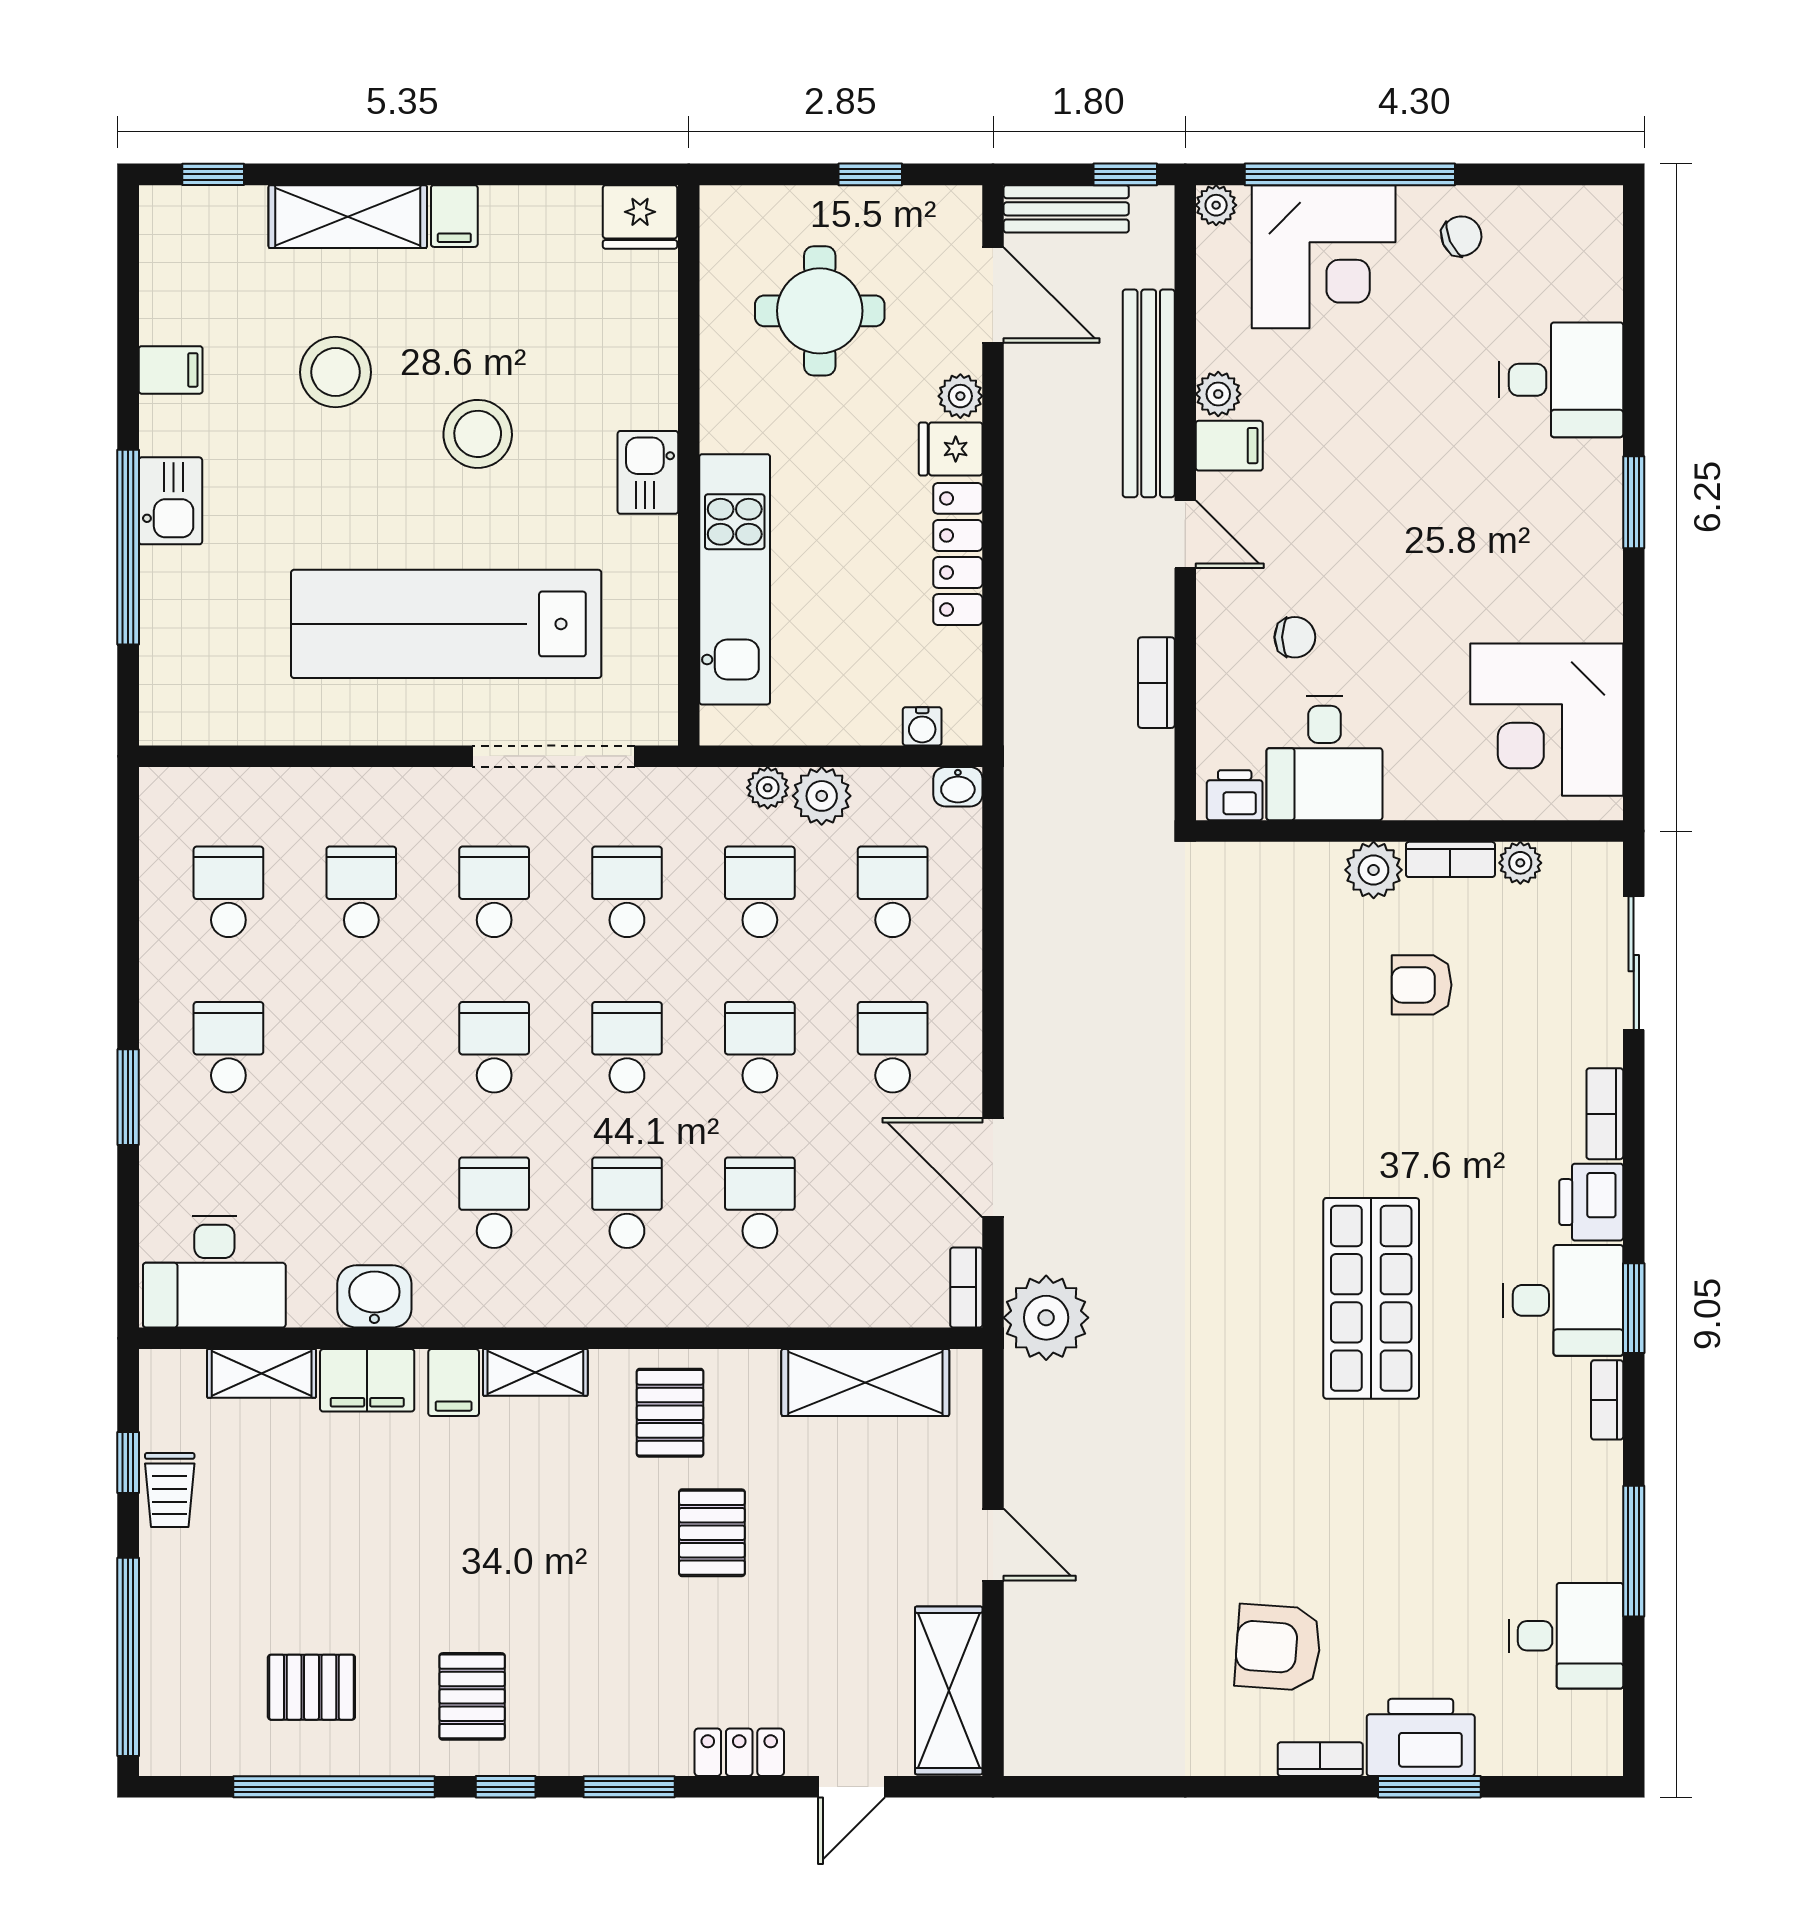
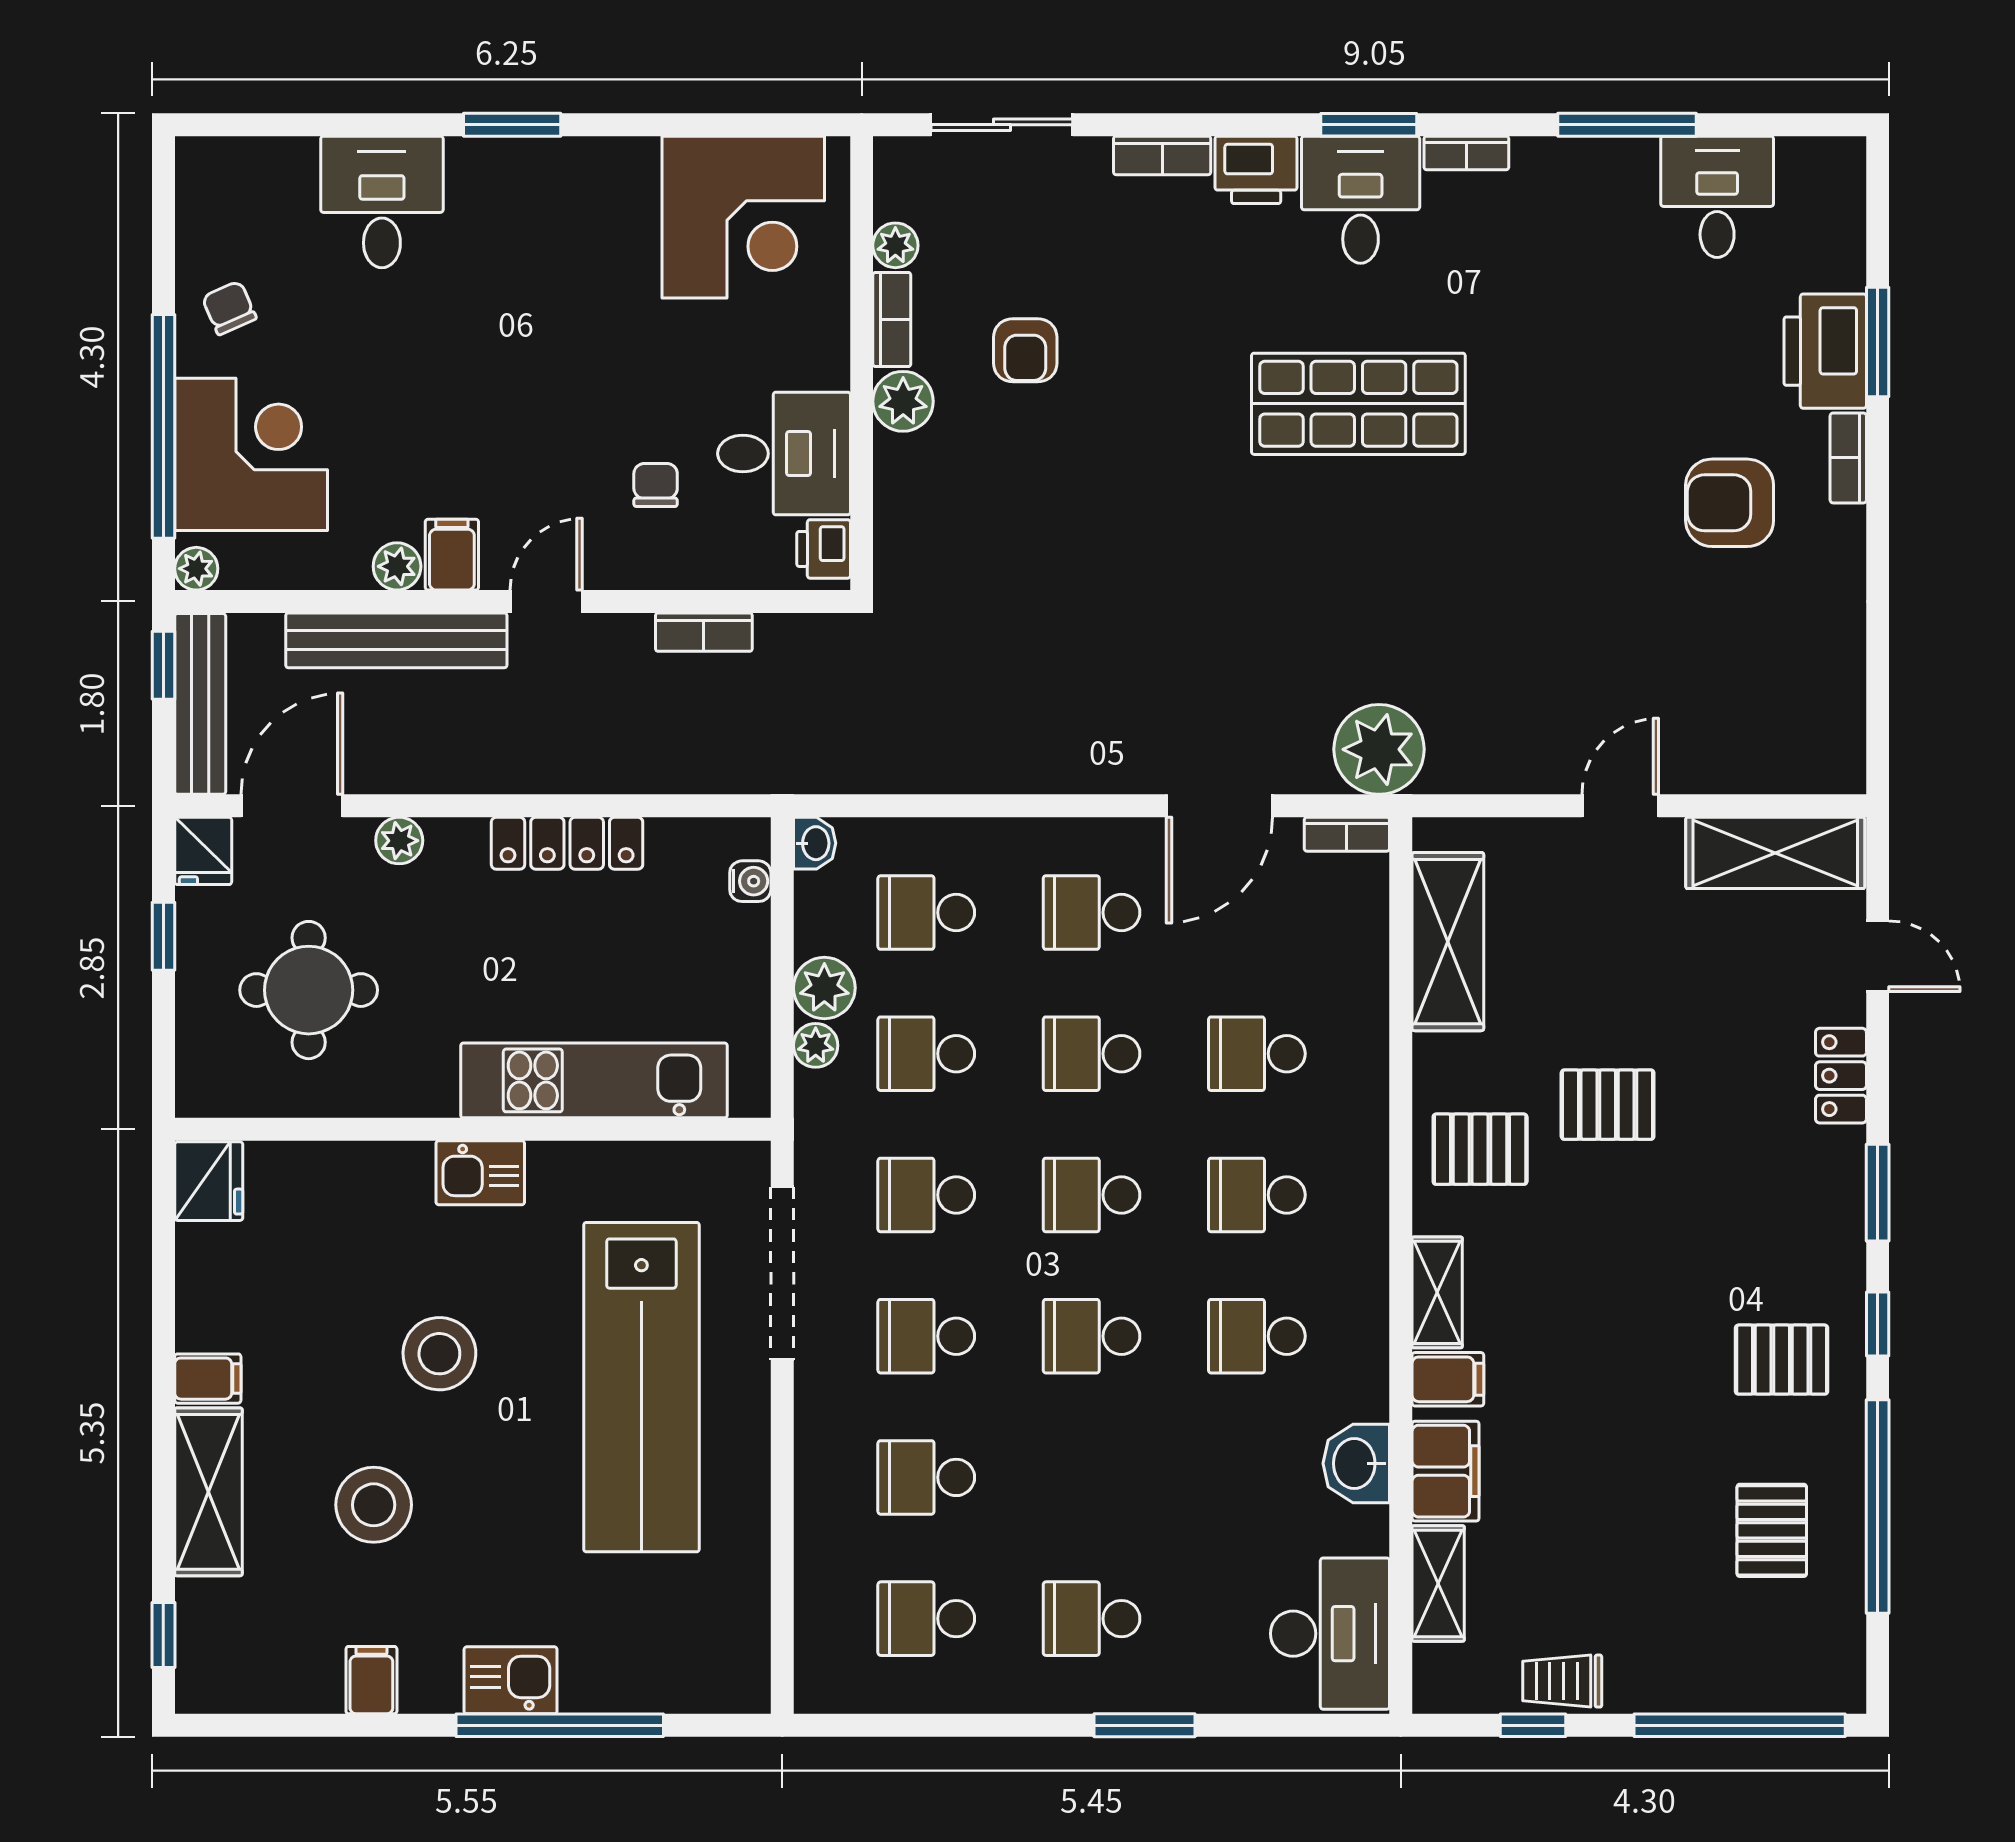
bench: (1066, 209) -> (200, 704), width x1.36
fridge: (951, 449) -> (203, 851), moved
trolley: (170, 1490) -> (1562, 1681), turned 180
armchair: (1278, 1647) -> (1730, 503), turned 86

